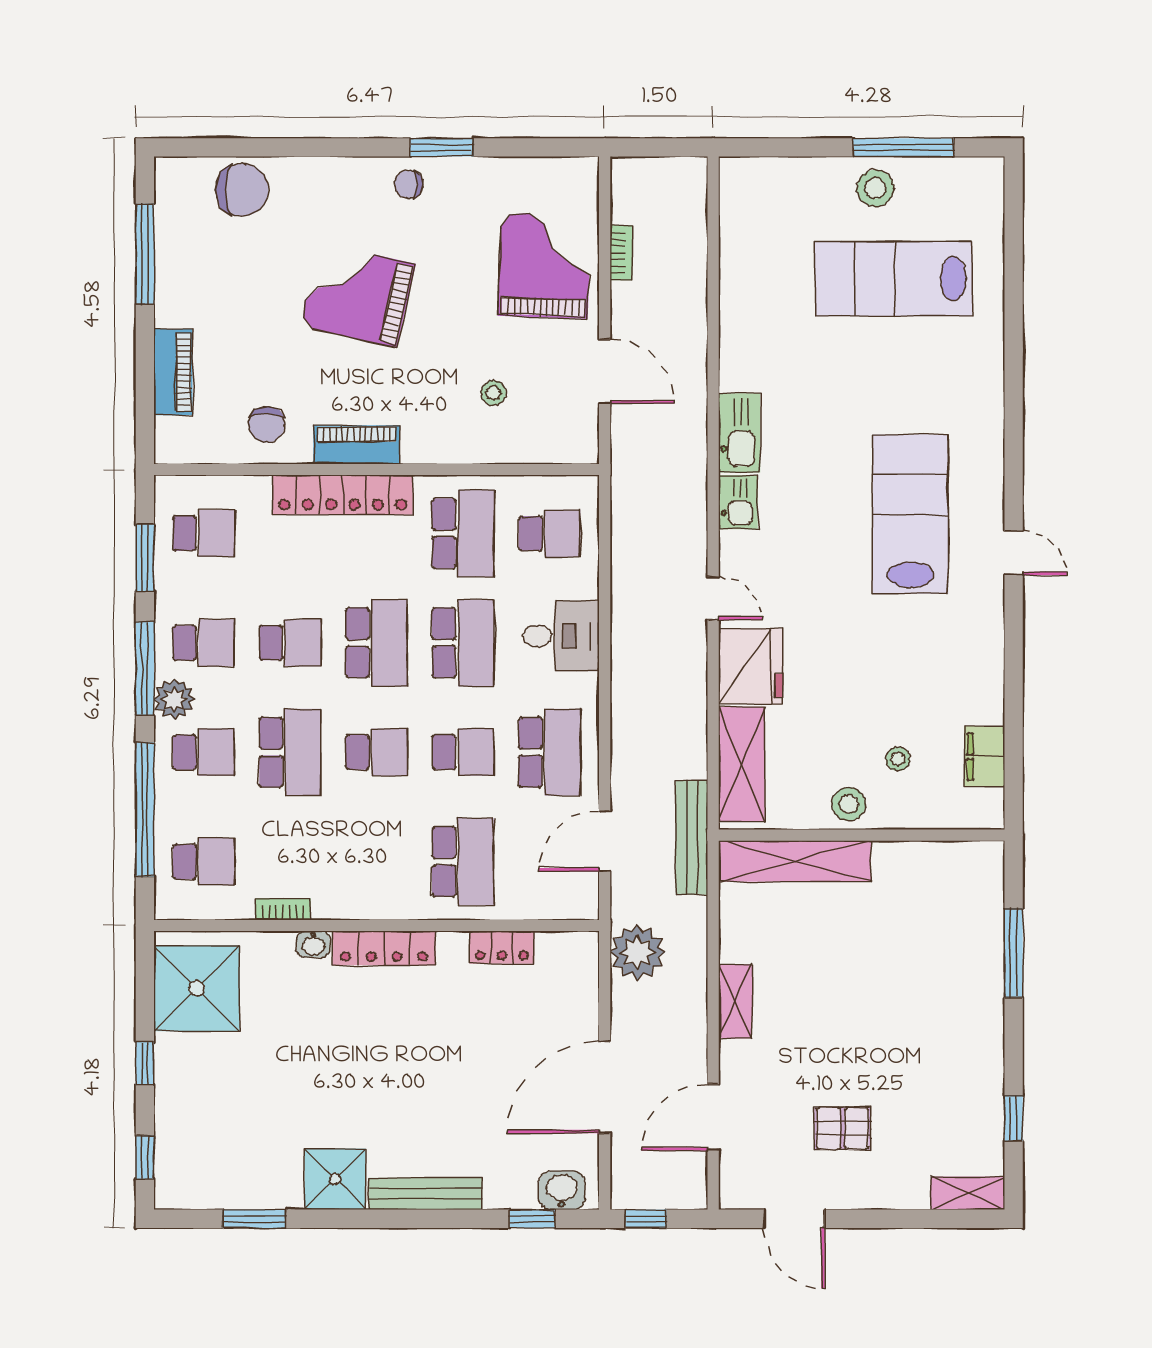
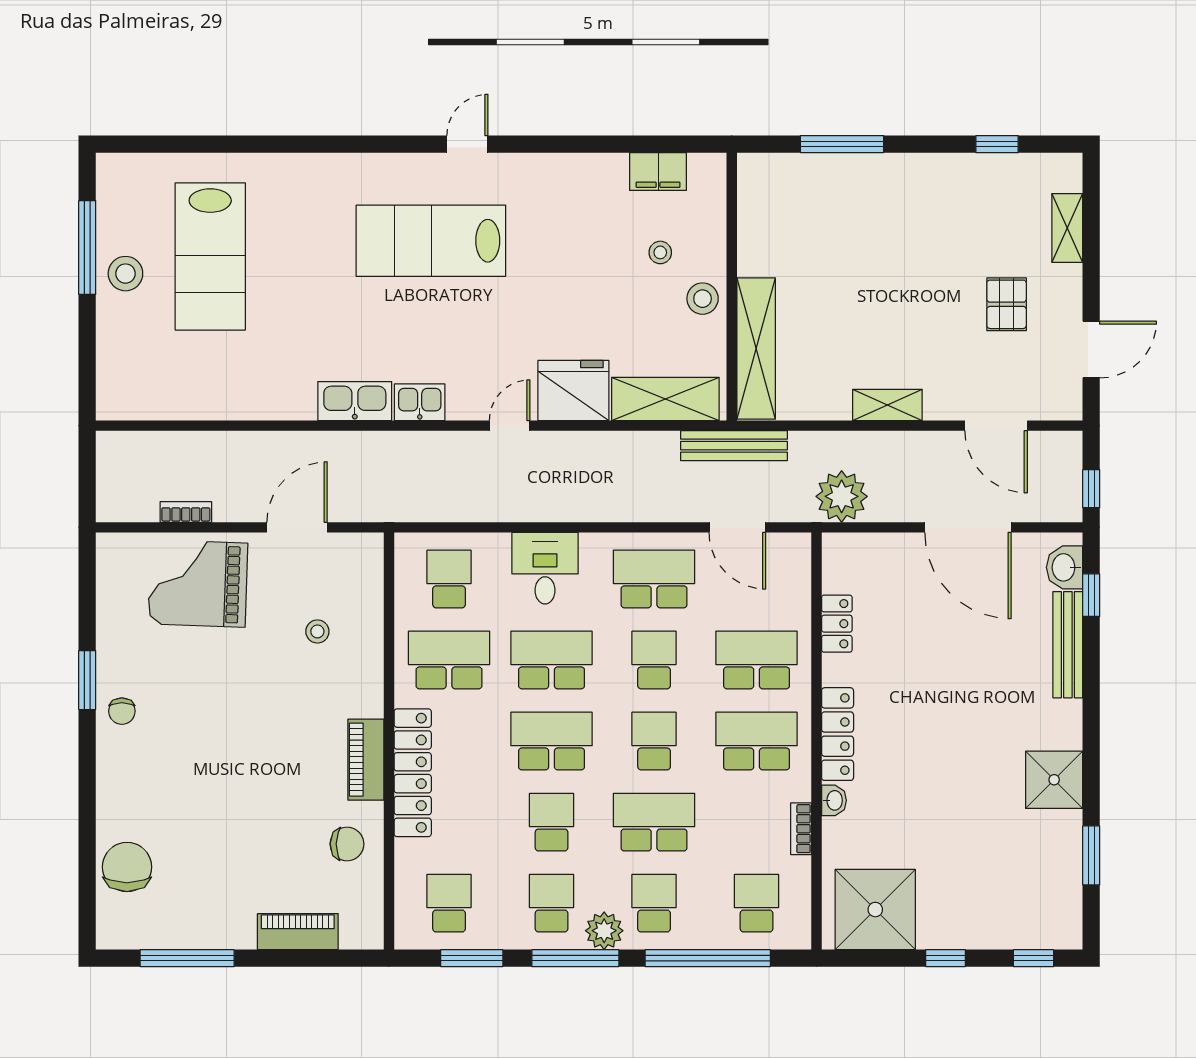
grand piano: (358, 295) -> (225, 759), removed
school desk: (377, 862) -> (757, 741), added
shelving: (968, 1193) -> (1067, 228), moved
bench: (425, 1194) -> (1068, 645), moved

